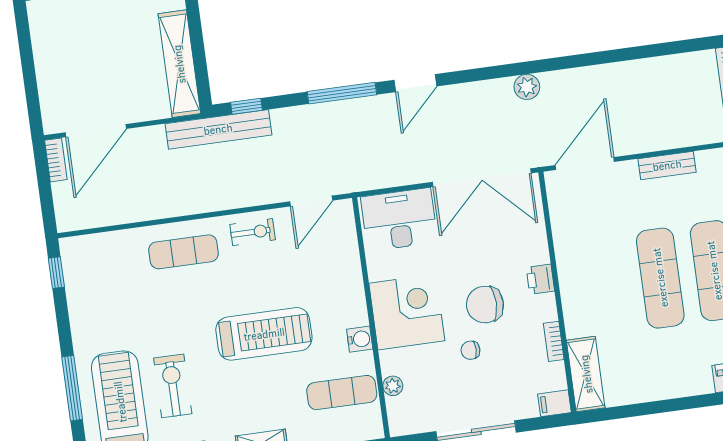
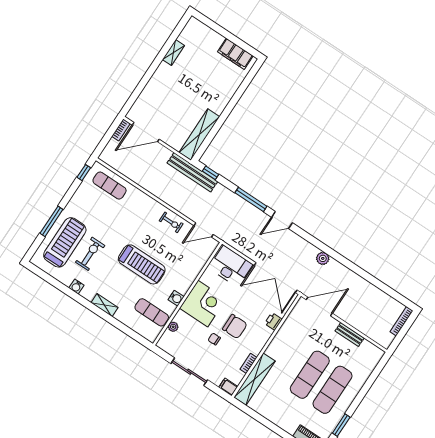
exercise mat: (184, 252) -> (110, 186), moved
printer: (540, 279) -> (273, 321), moved
chair: (485, 305) -> (235, 327), turned 180
shelving: (586, 374) -> (254, 379), width x1.47

